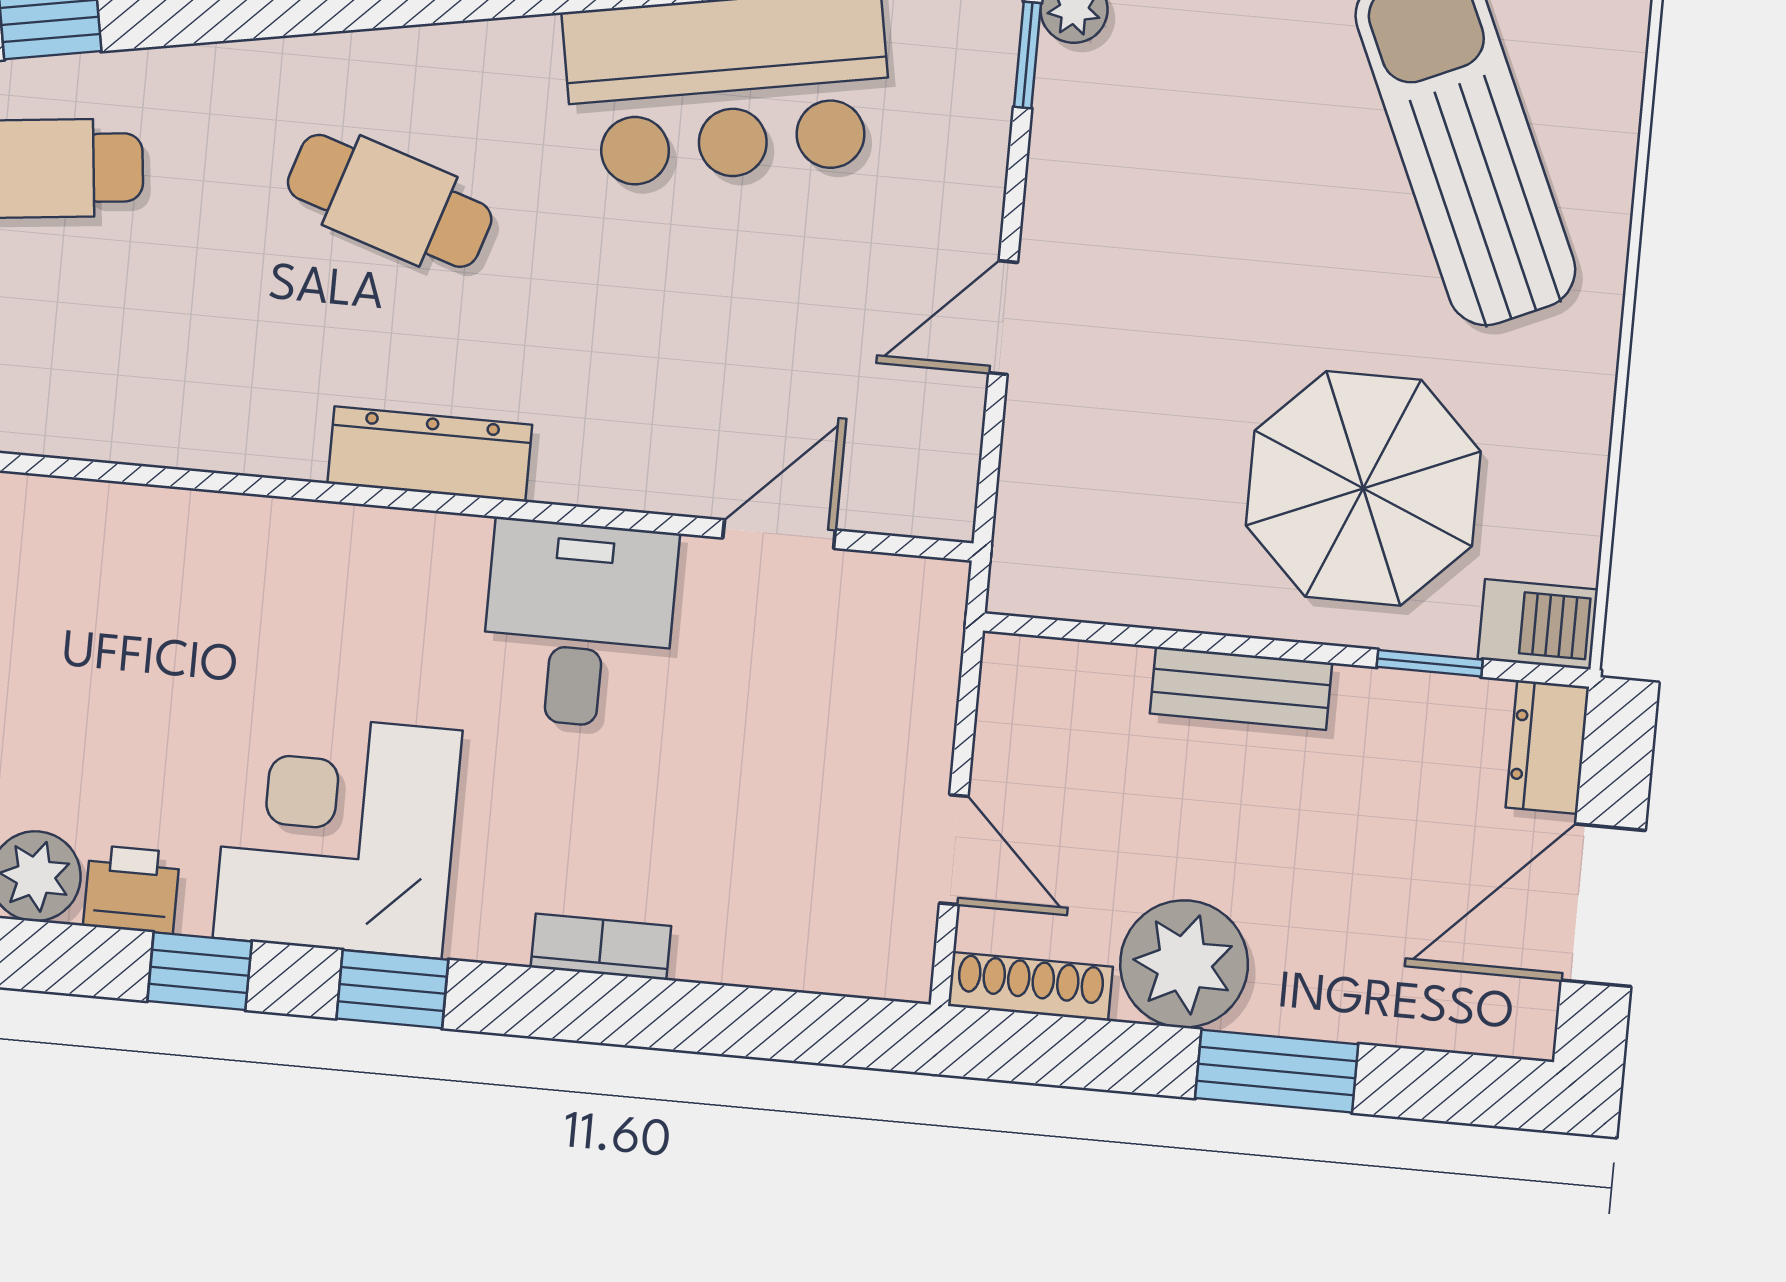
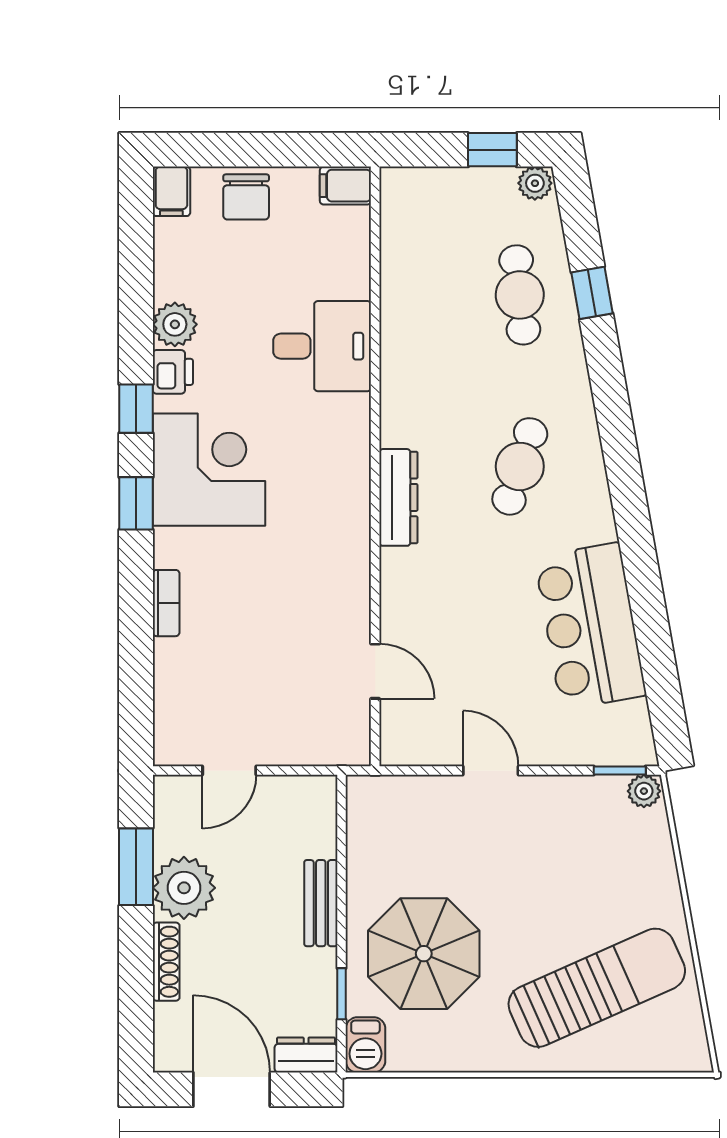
desk: (579, 624) -> (322, 346), moved
shoe rack: (1030, 986) -> (166, 962), moved
window: (1277, 1071) -> (136, 867), moved

